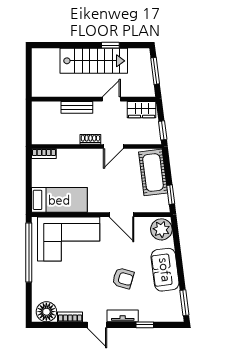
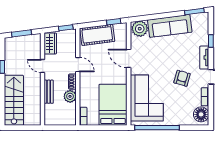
stairs: (94, 61) -> (14, 100), moved
plant: (71, 136) -> (70, 96), added
bed: (59, 200) -> (113, 105), width x1.50
door: (121, 215) -> (129, 58), swing flipped
sofa: (165, 270) -> (170, 26), width x1.36
armchair: (123, 278) -> (182, 78), moved

